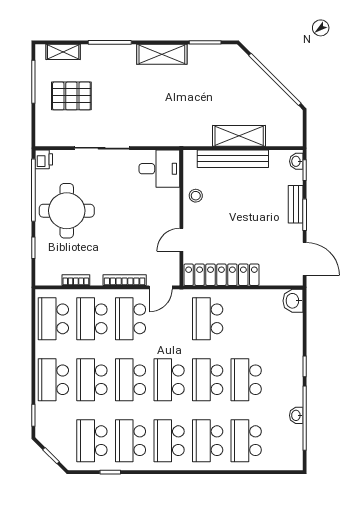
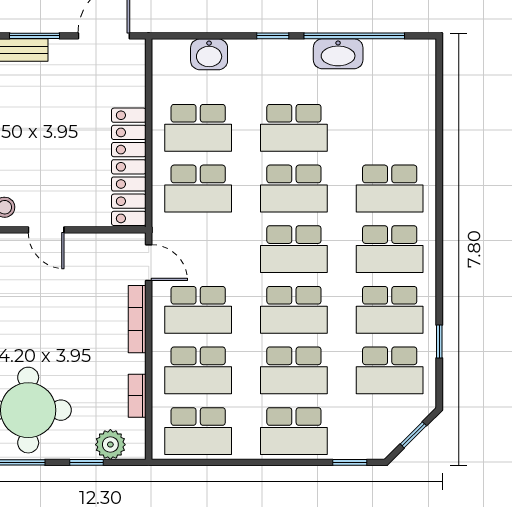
door: (181, 240) -> (46, 230), moved
plant: (45, 263) -> (110, 445), added
washbasin: (293, 301) -> (209, 54), moved
washbasin: (296, 415) -> (338, 54), width x1.91, depth x1.45
school desk: (246, 441) -> (198, 128), moved

